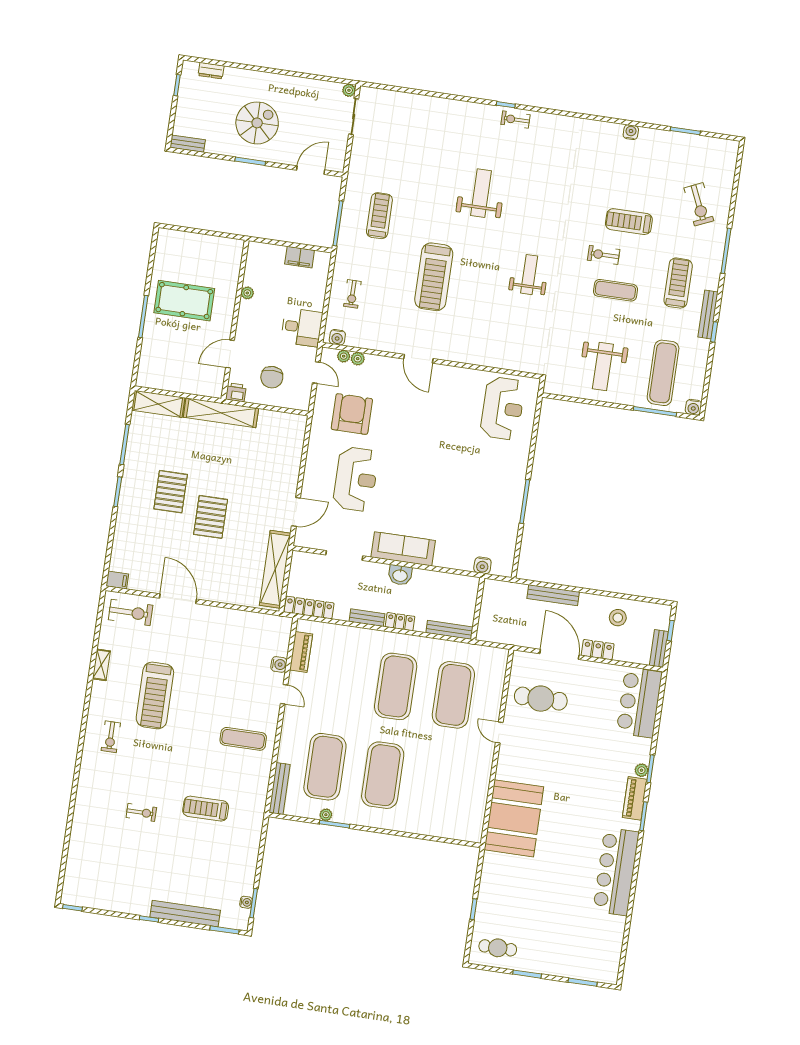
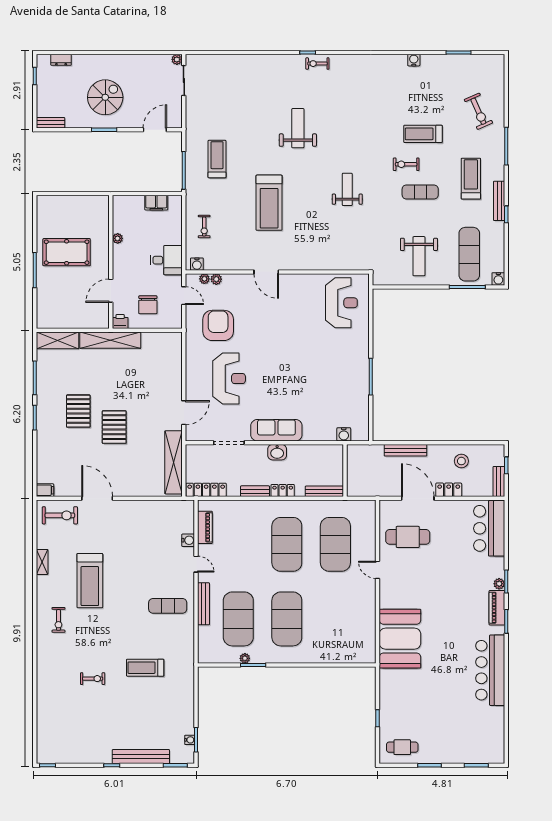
bench: (280, 788) -> (204, 604), moved

